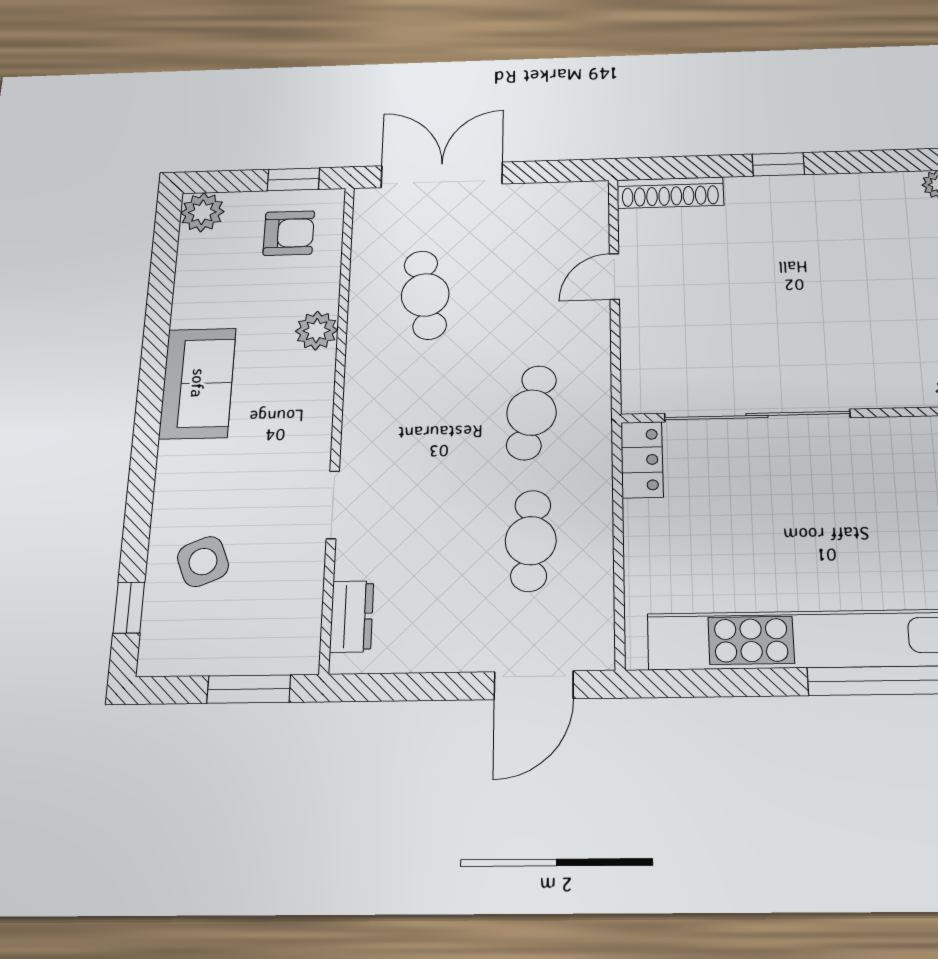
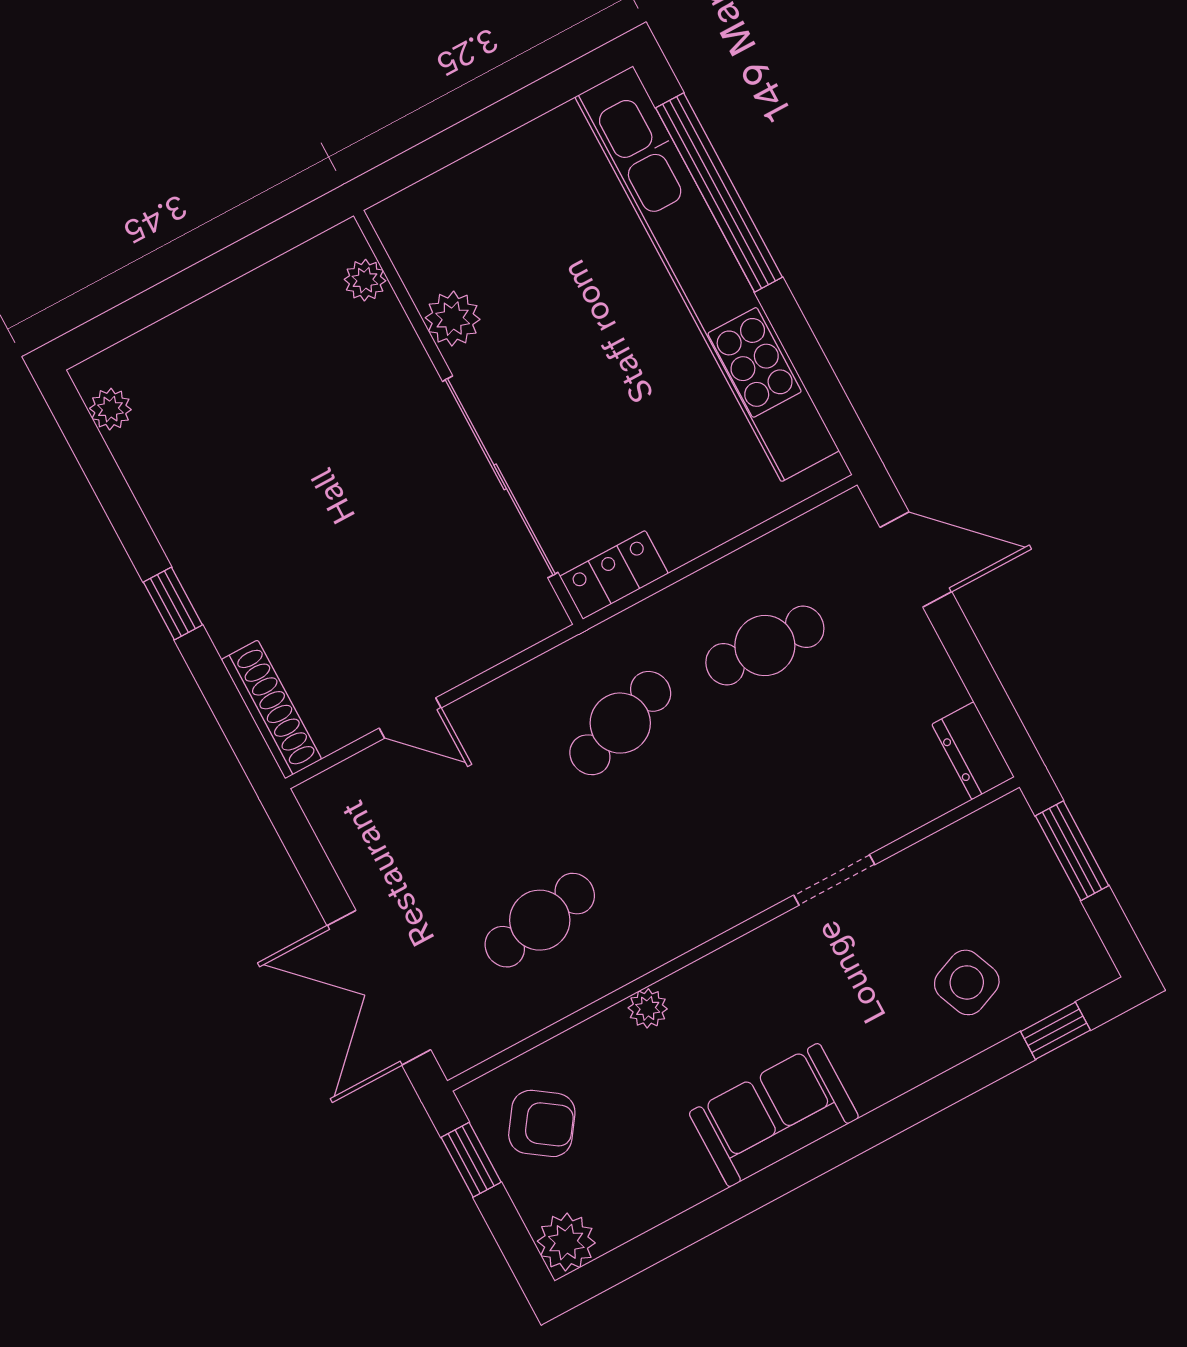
armchair: (289, 233) -> (542, 1123), turned 125
plant: (317, 331) -> (648, 1008), width x0.73, depth x0.73
cafe table: (531, 413) -> (620, 723), turned -30
plant: (894, 438) -> (453, 319), added
dresser: (352, 616) -> (973, 751), moved, turned -90

